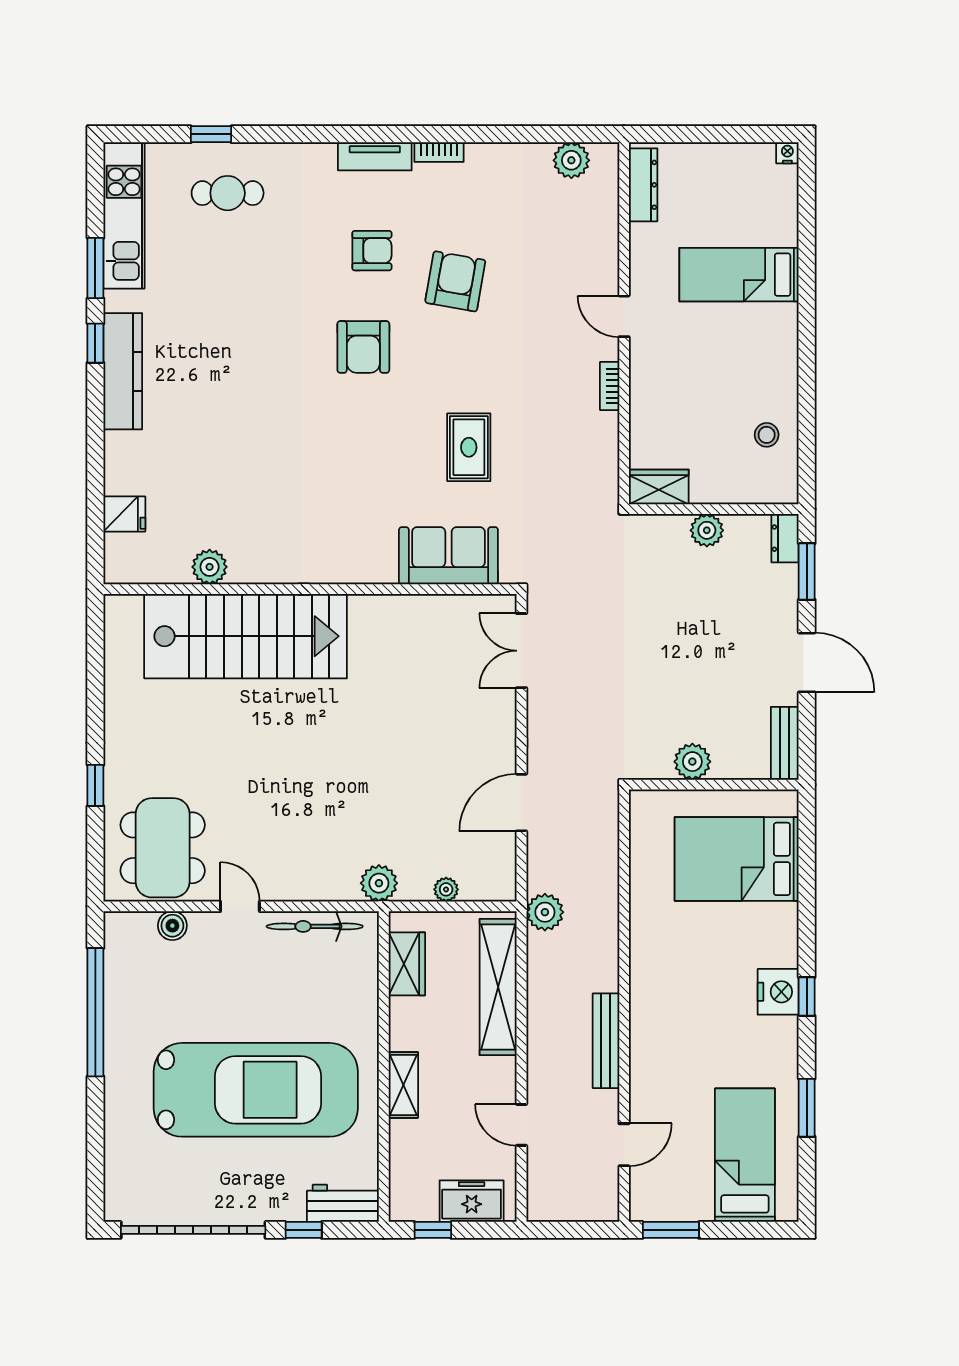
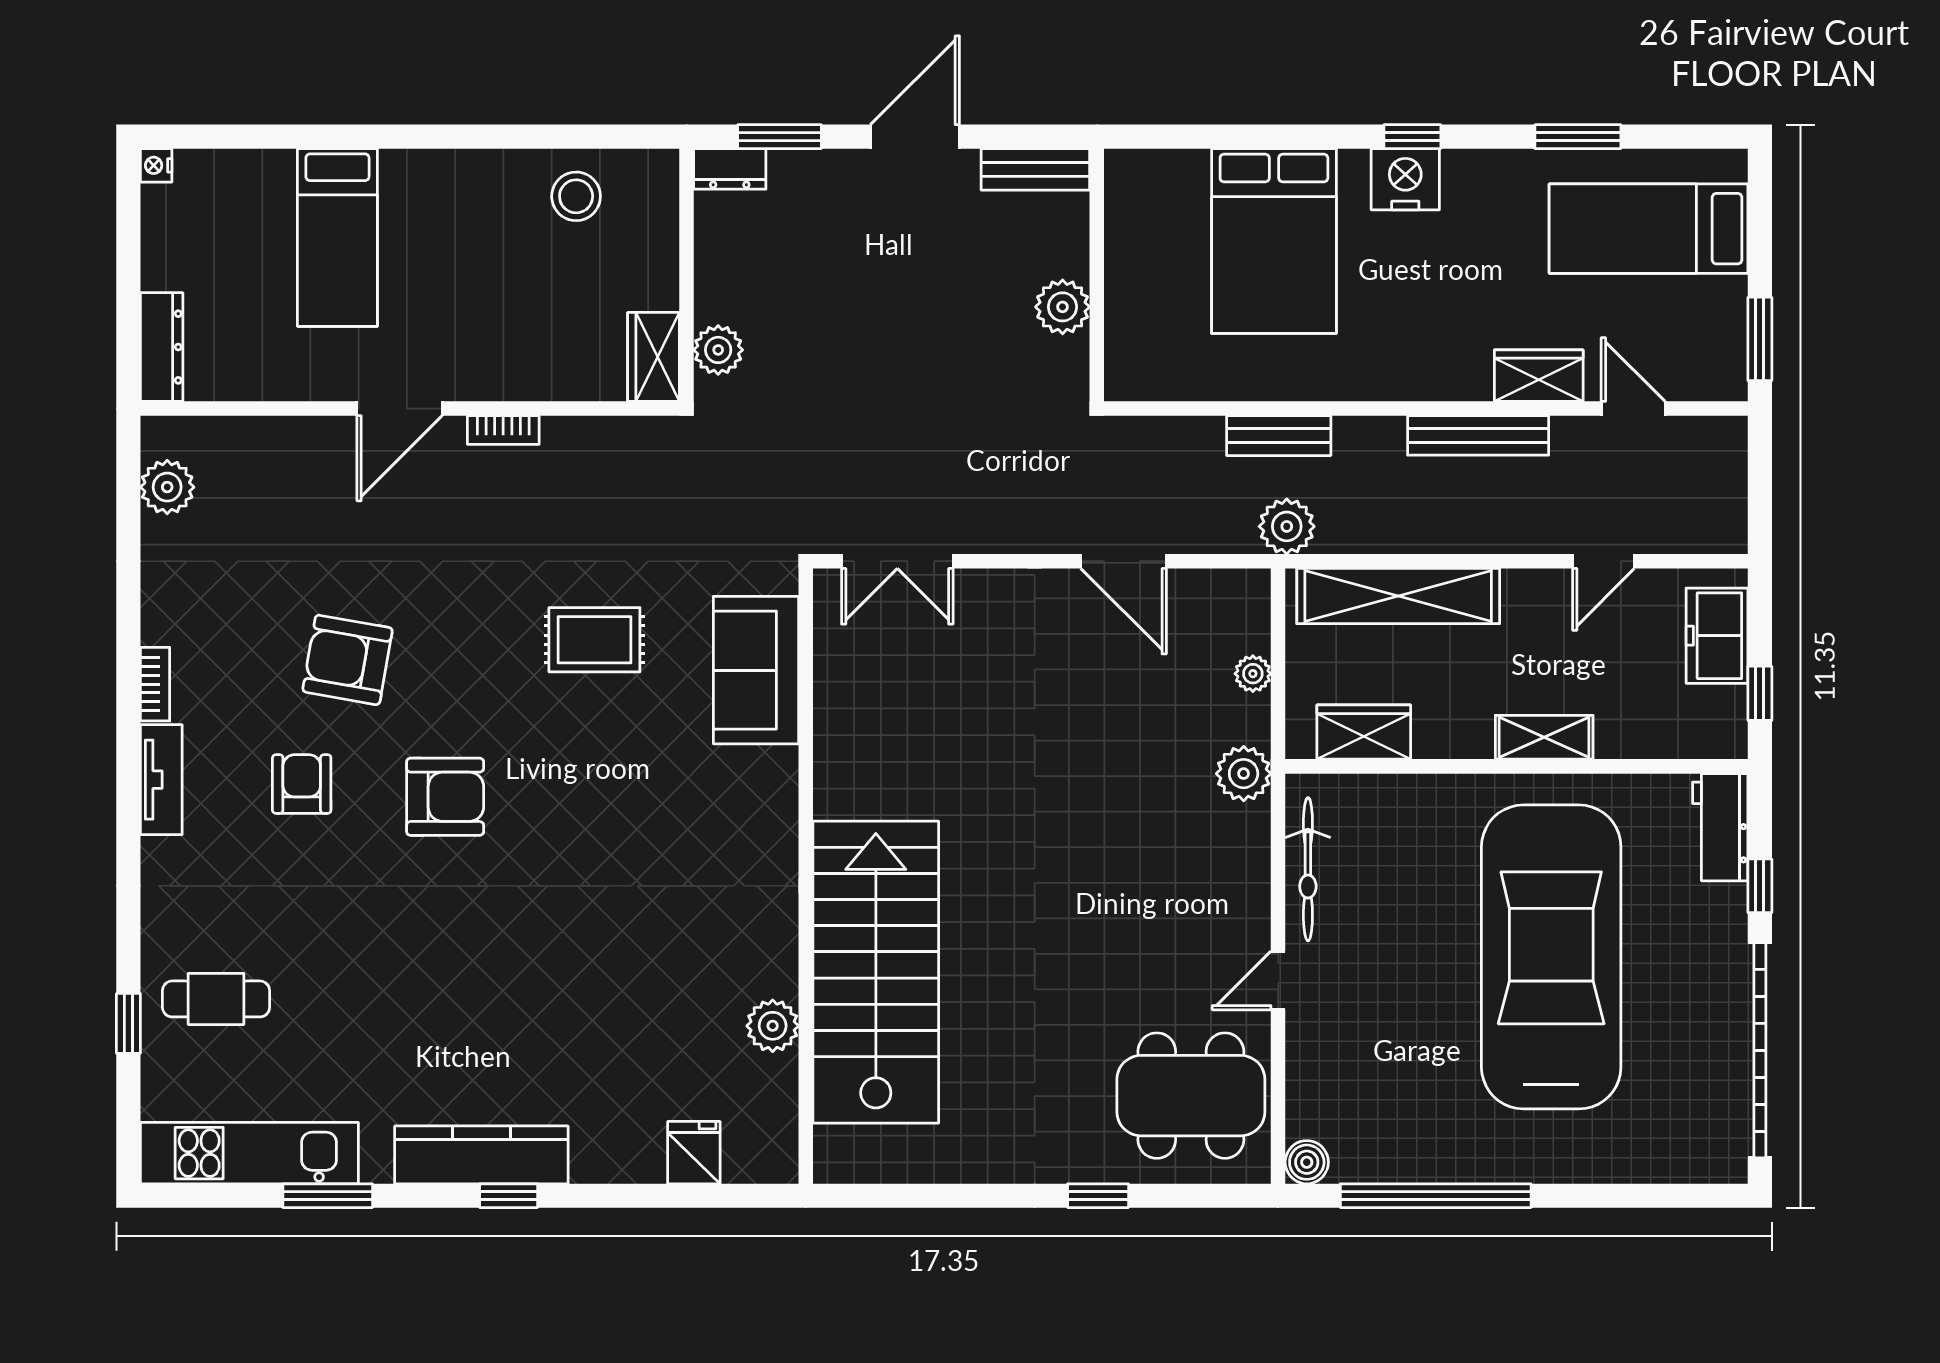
dresser: (643, 185) -> (162, 347), moved, turned 90
cafe table: (228, 193) -> (216, 999), turned 90
door: (624, 316) -> (399, 409), width x1.38
window: (95, 343) -> (509, 1196), moved
stool: (767, 435) -> (576, 196), width x1.37, depth x1.37
plant: (707, 530) -> (718, 350), moved
bed: (737, 859) -> (1274, 241), moved
bench: (606, 907) -> (1279, 436), added
boiler: (172, 926) -> (1307, 1162), moved
wardrobe: (646, 1081) -> (1539, 376), added

